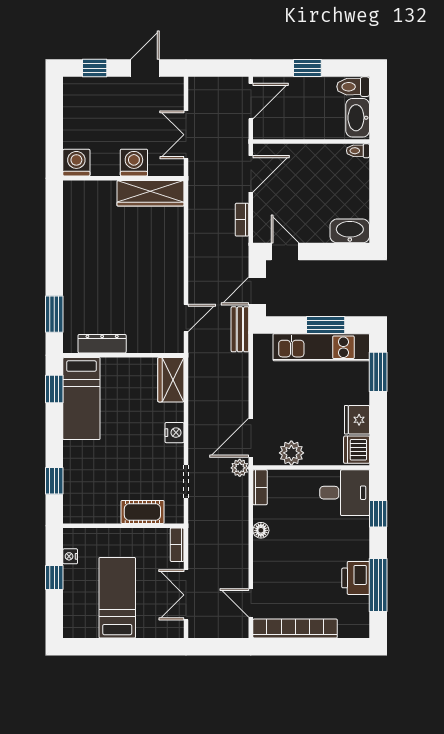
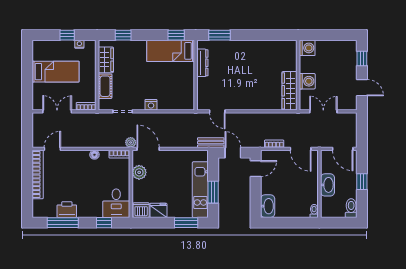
washbasin: (358, 118) -> (328, 185), moved, turned 90
wardrobe: (171, 380) -> (106, 60), moved, turned 90

